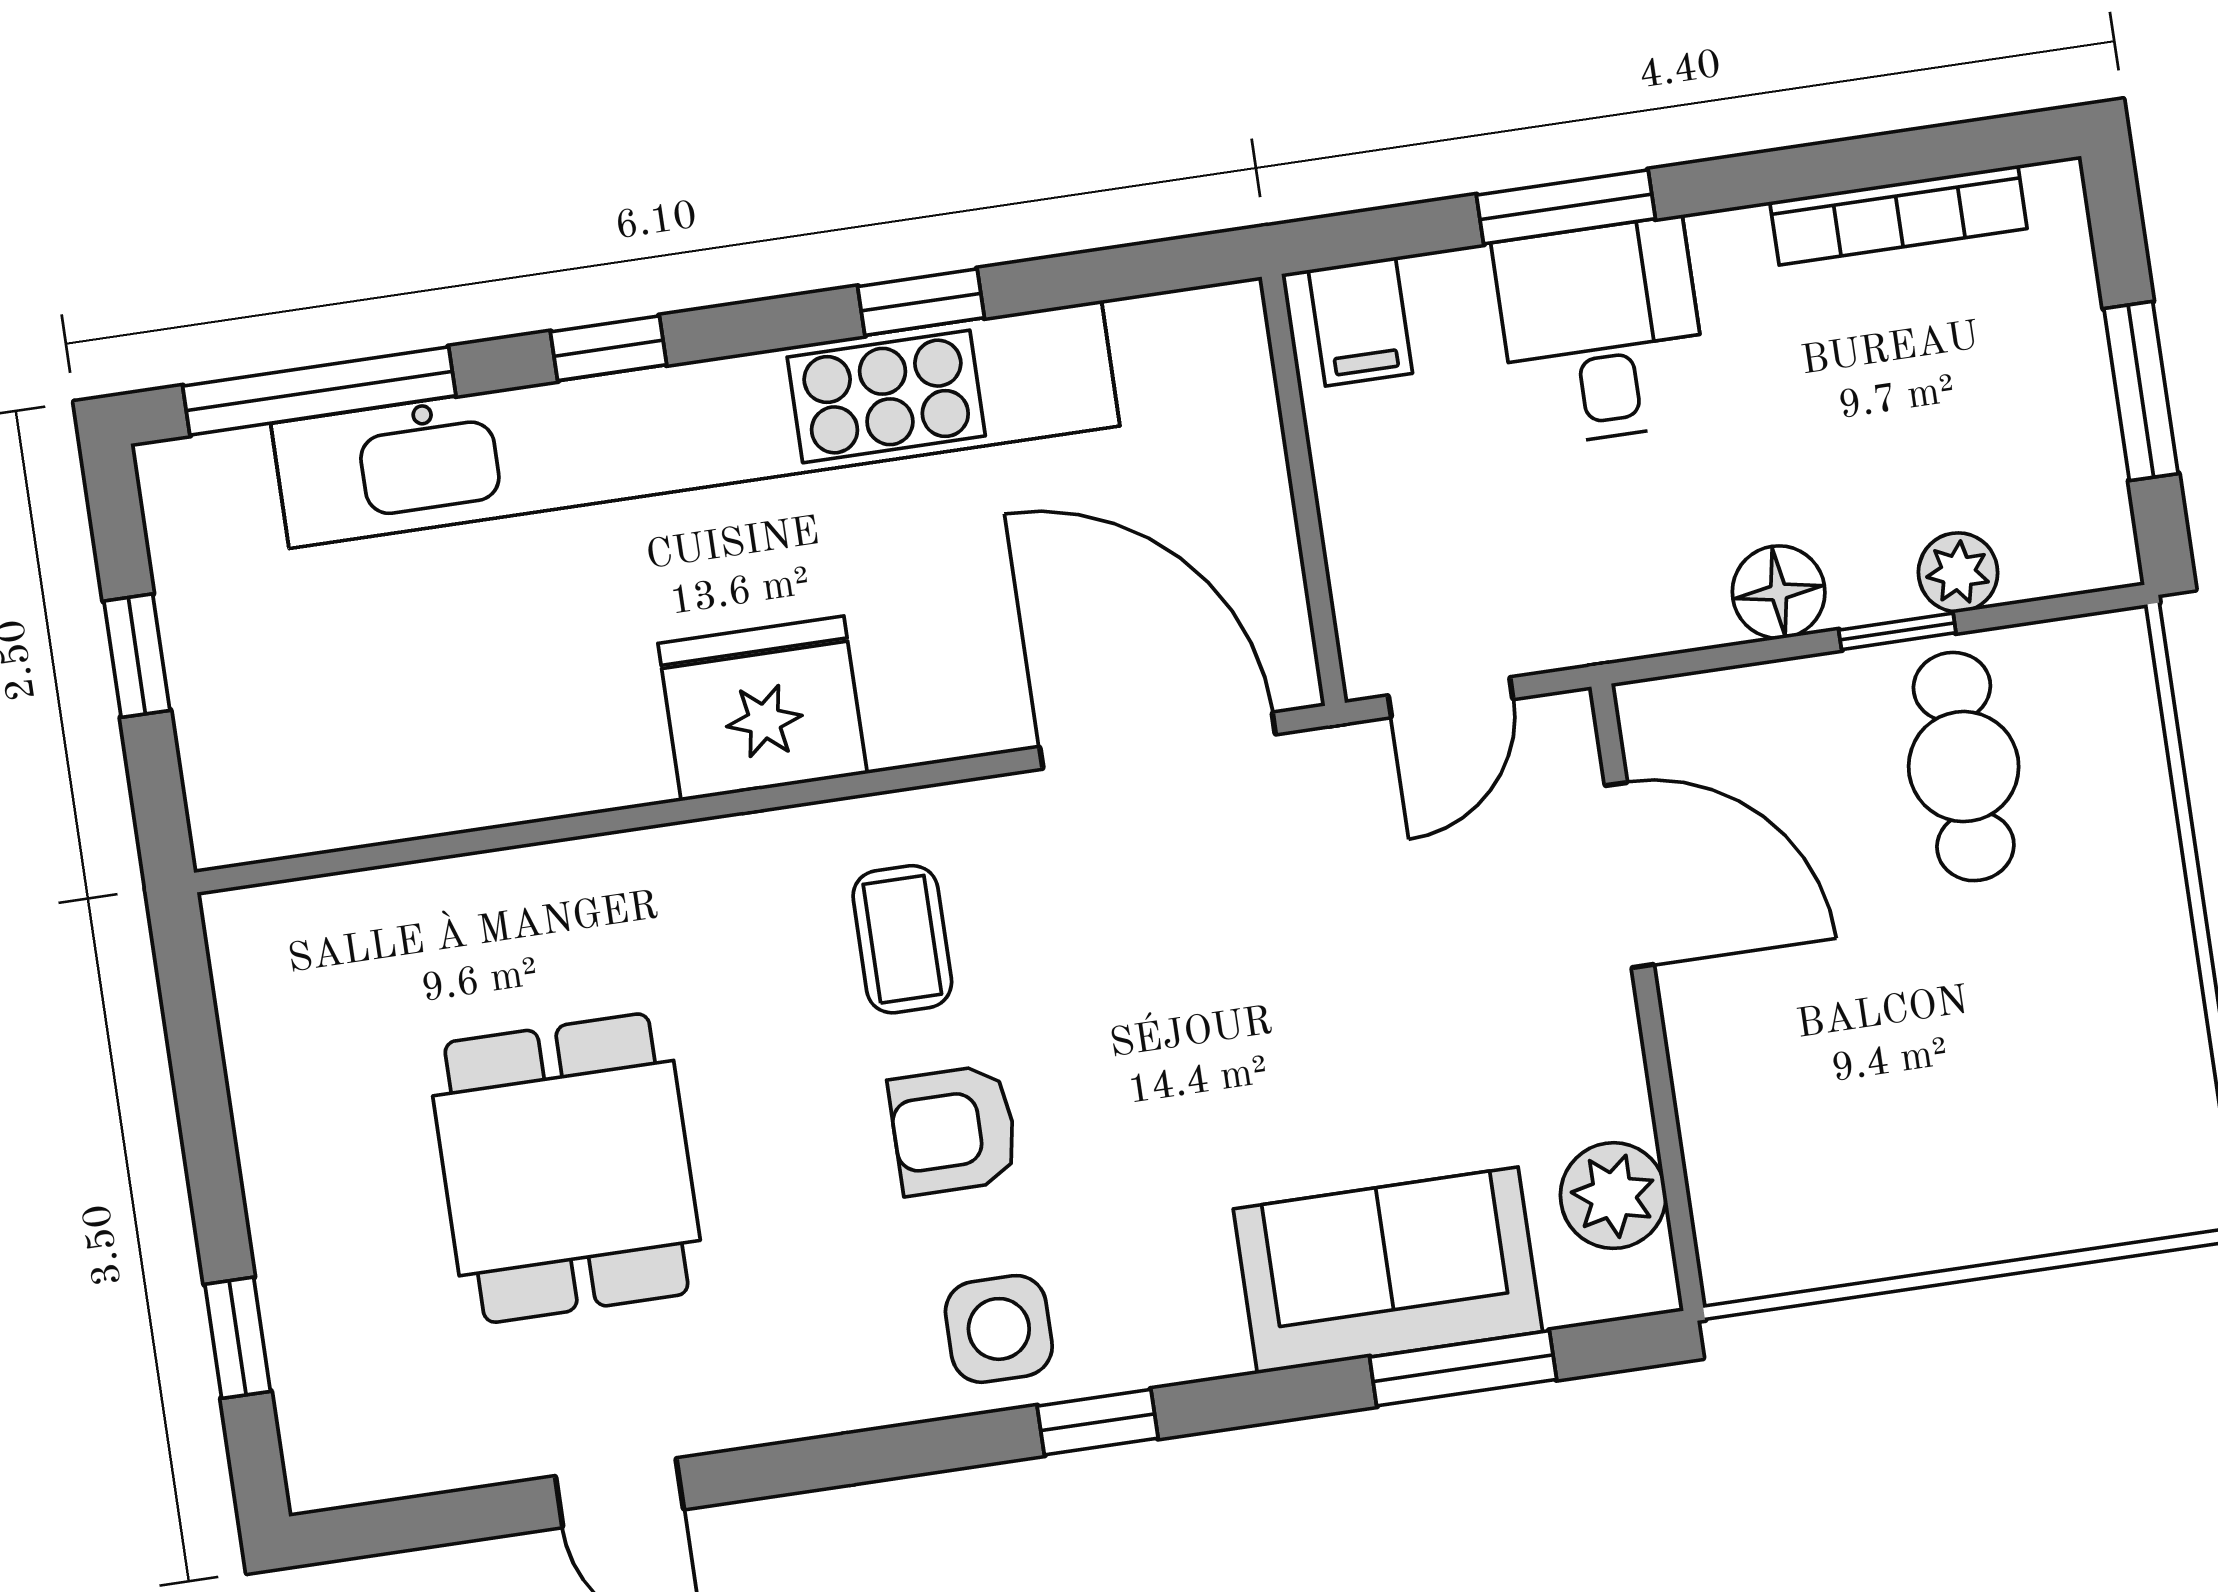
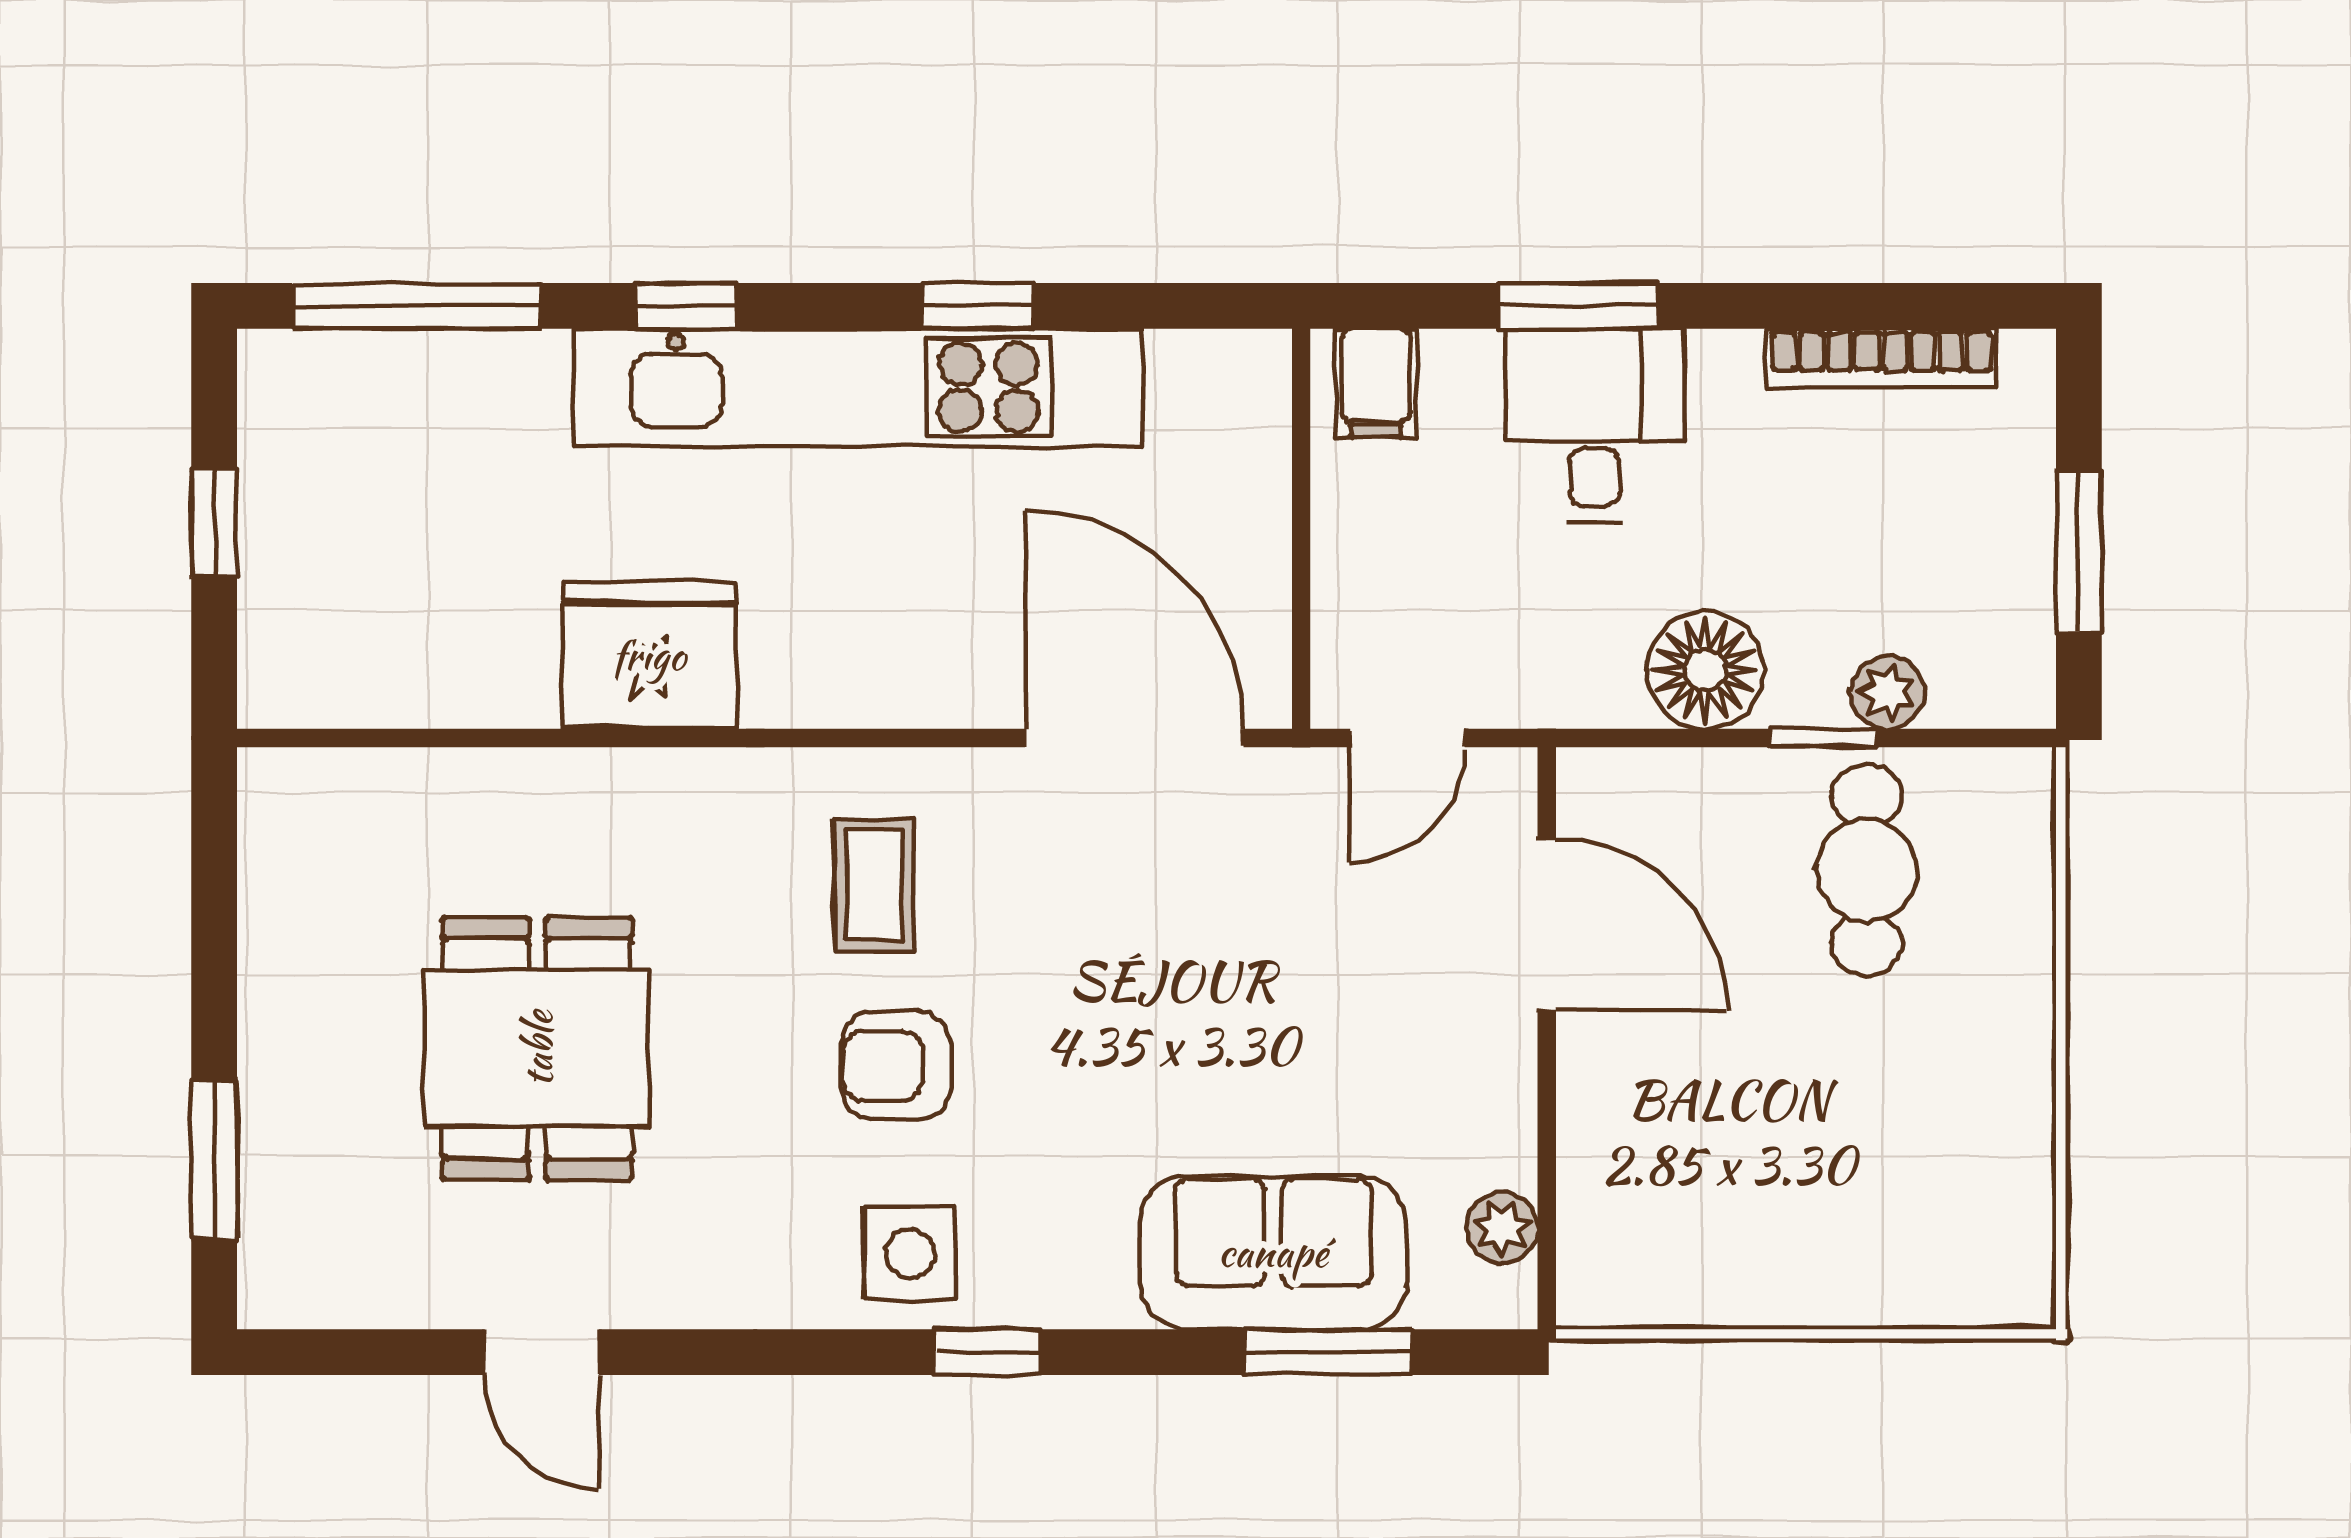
kitchen unit: (695, 425) -> (858, 387), width x0.73
floor lamp: (1779, 592) -> (1705, 670), width x1.38, depth x1.38
fridge: (763, 708) -> (649, 655), moved
plant: (1613, 1196) -> (1502, 1228), width x0.73, depth x0.73
window: (238, 1338) -> (214, 1159), width x1.50

